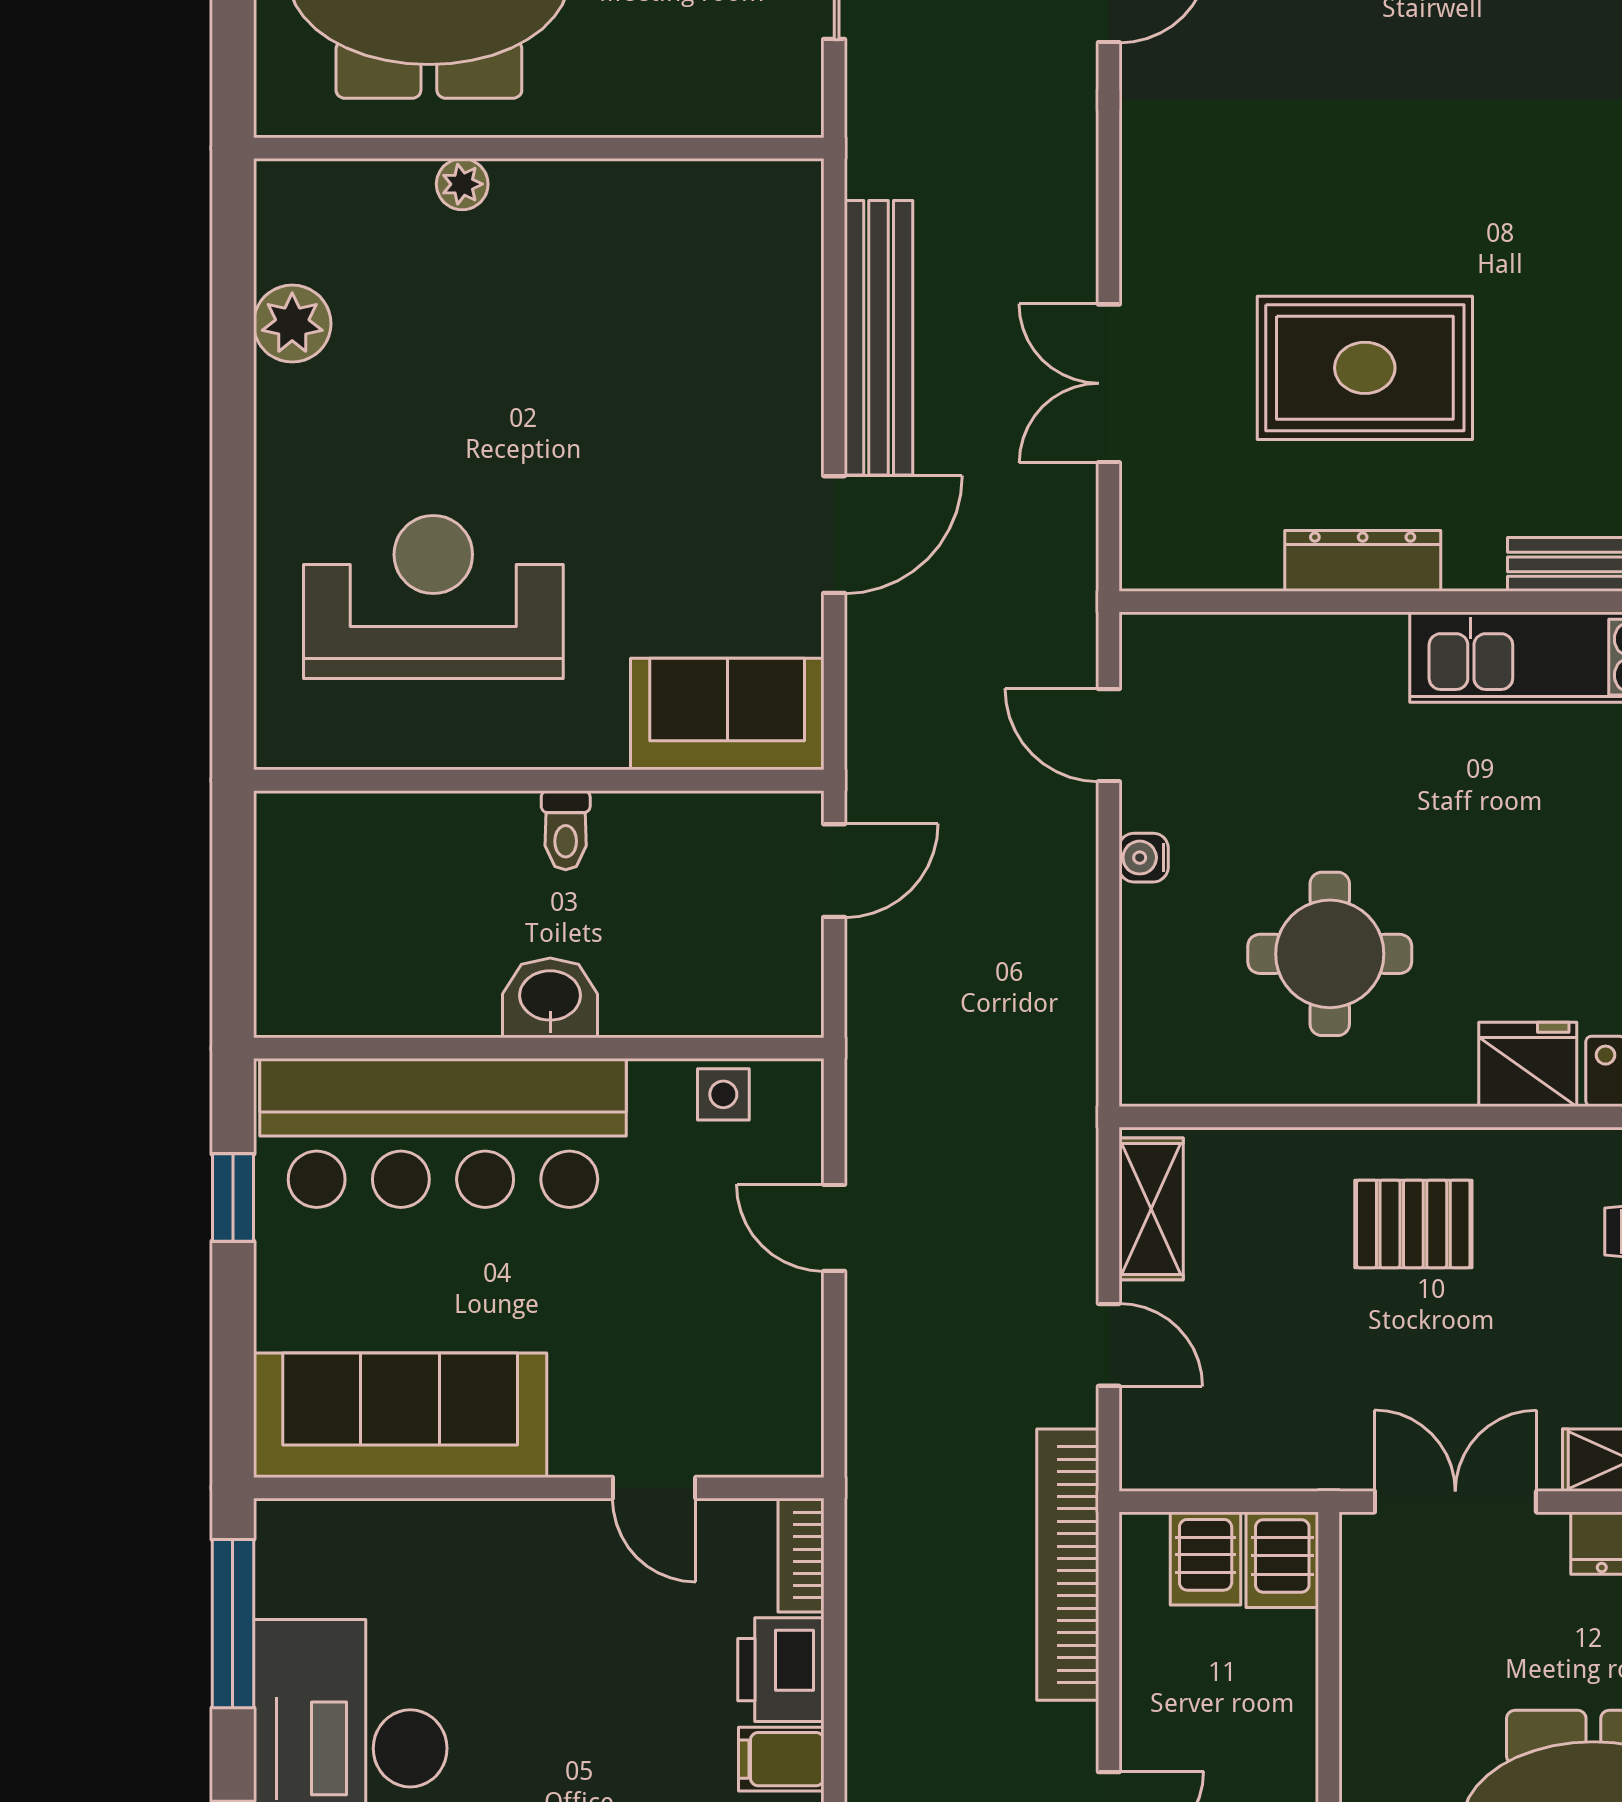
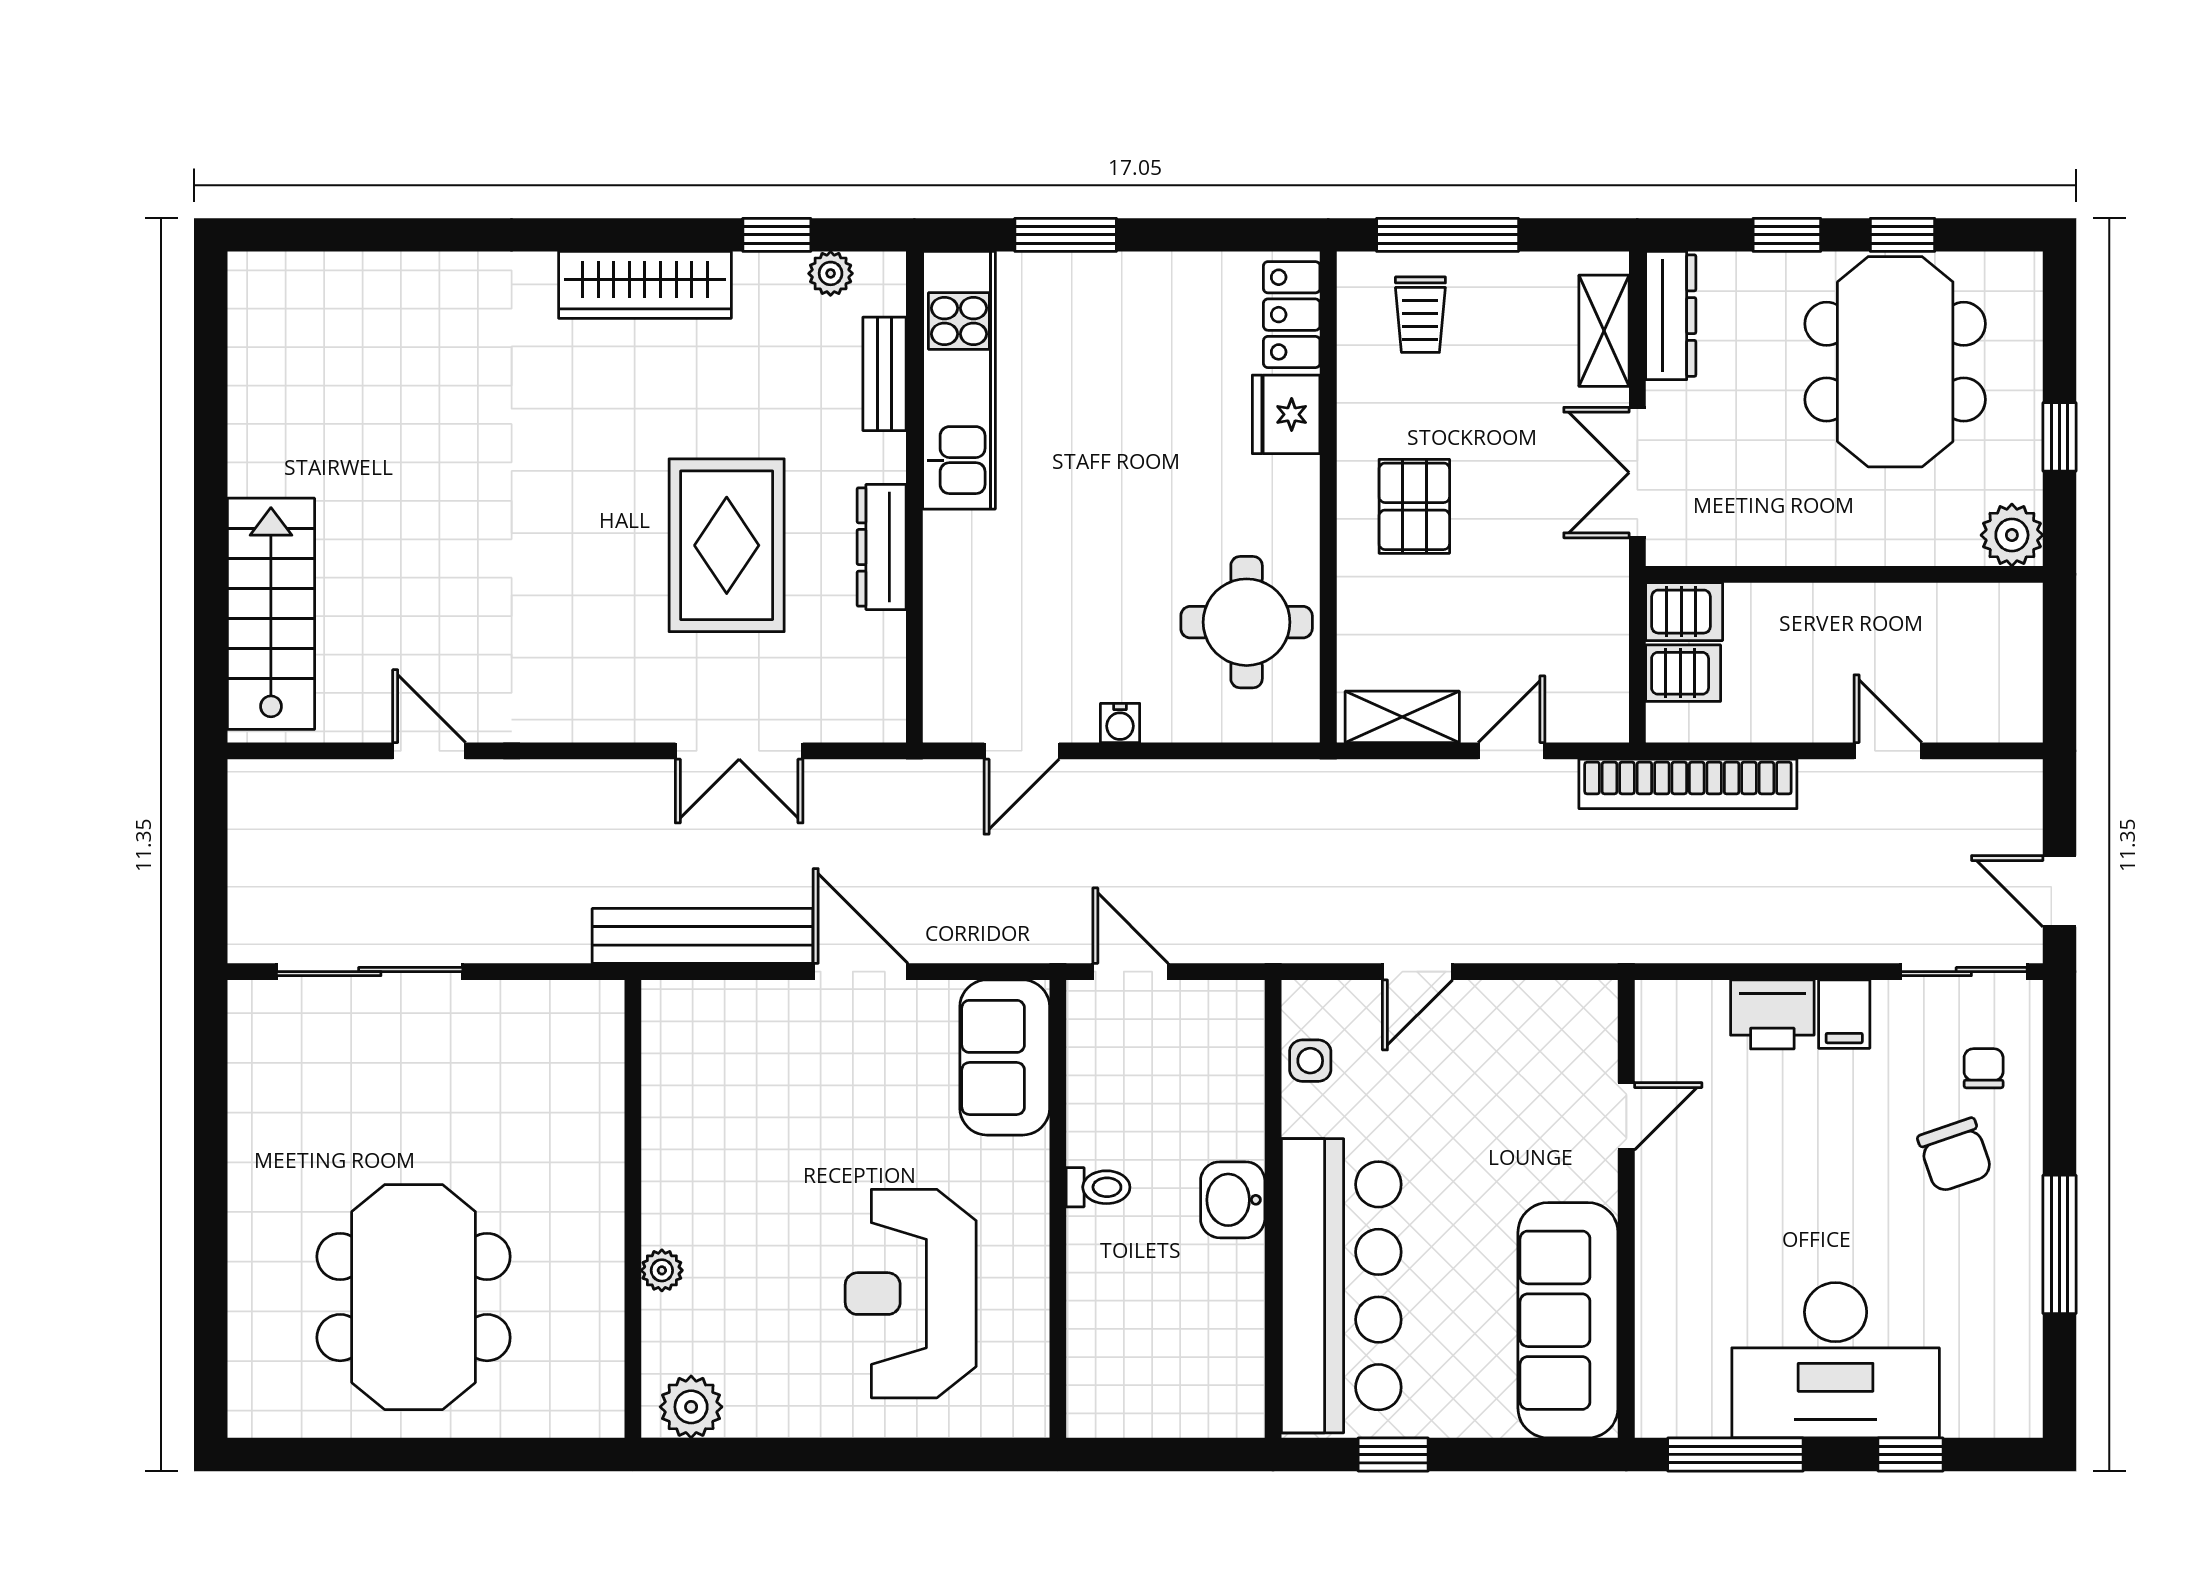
wall: (539, 148) -> (633, 1209), moved
plant: (462, 184) -> (662, 1270), moved
round table: (1330, 954) -> (1247, 622), moved
bookcase: (801, 1555) -> (1680, 998), removed

